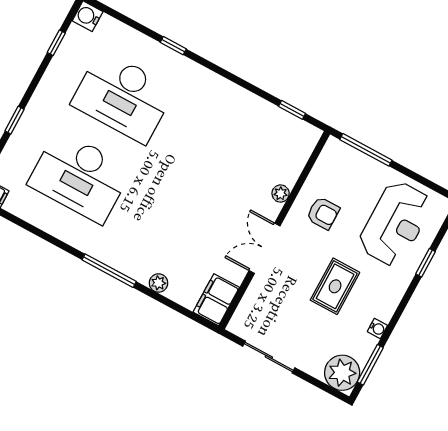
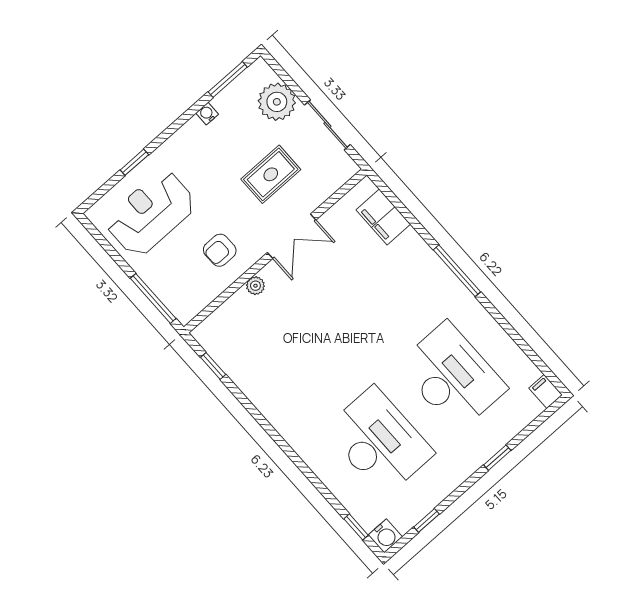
window: (173, 46) -> (356, 527), moved
armchair: (323, 213) -> (220, 250), turned -90
plant: (158, 283) -> (412, 240), removed
rug: (335, 286) -> (271, 174), moved
filing cabinet: (216, 300) -> (383, 217), moved, turned 90
plant: (342, 373) -> (277, 102), moved

